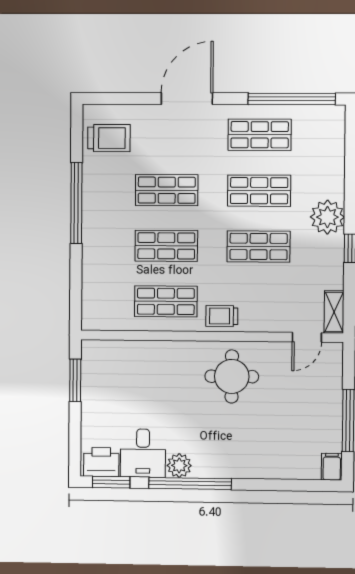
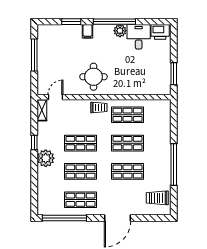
filing cabinet: (332, 467) -> (88, 31), moved
window: (111, 482) -> (71, 22), moved

